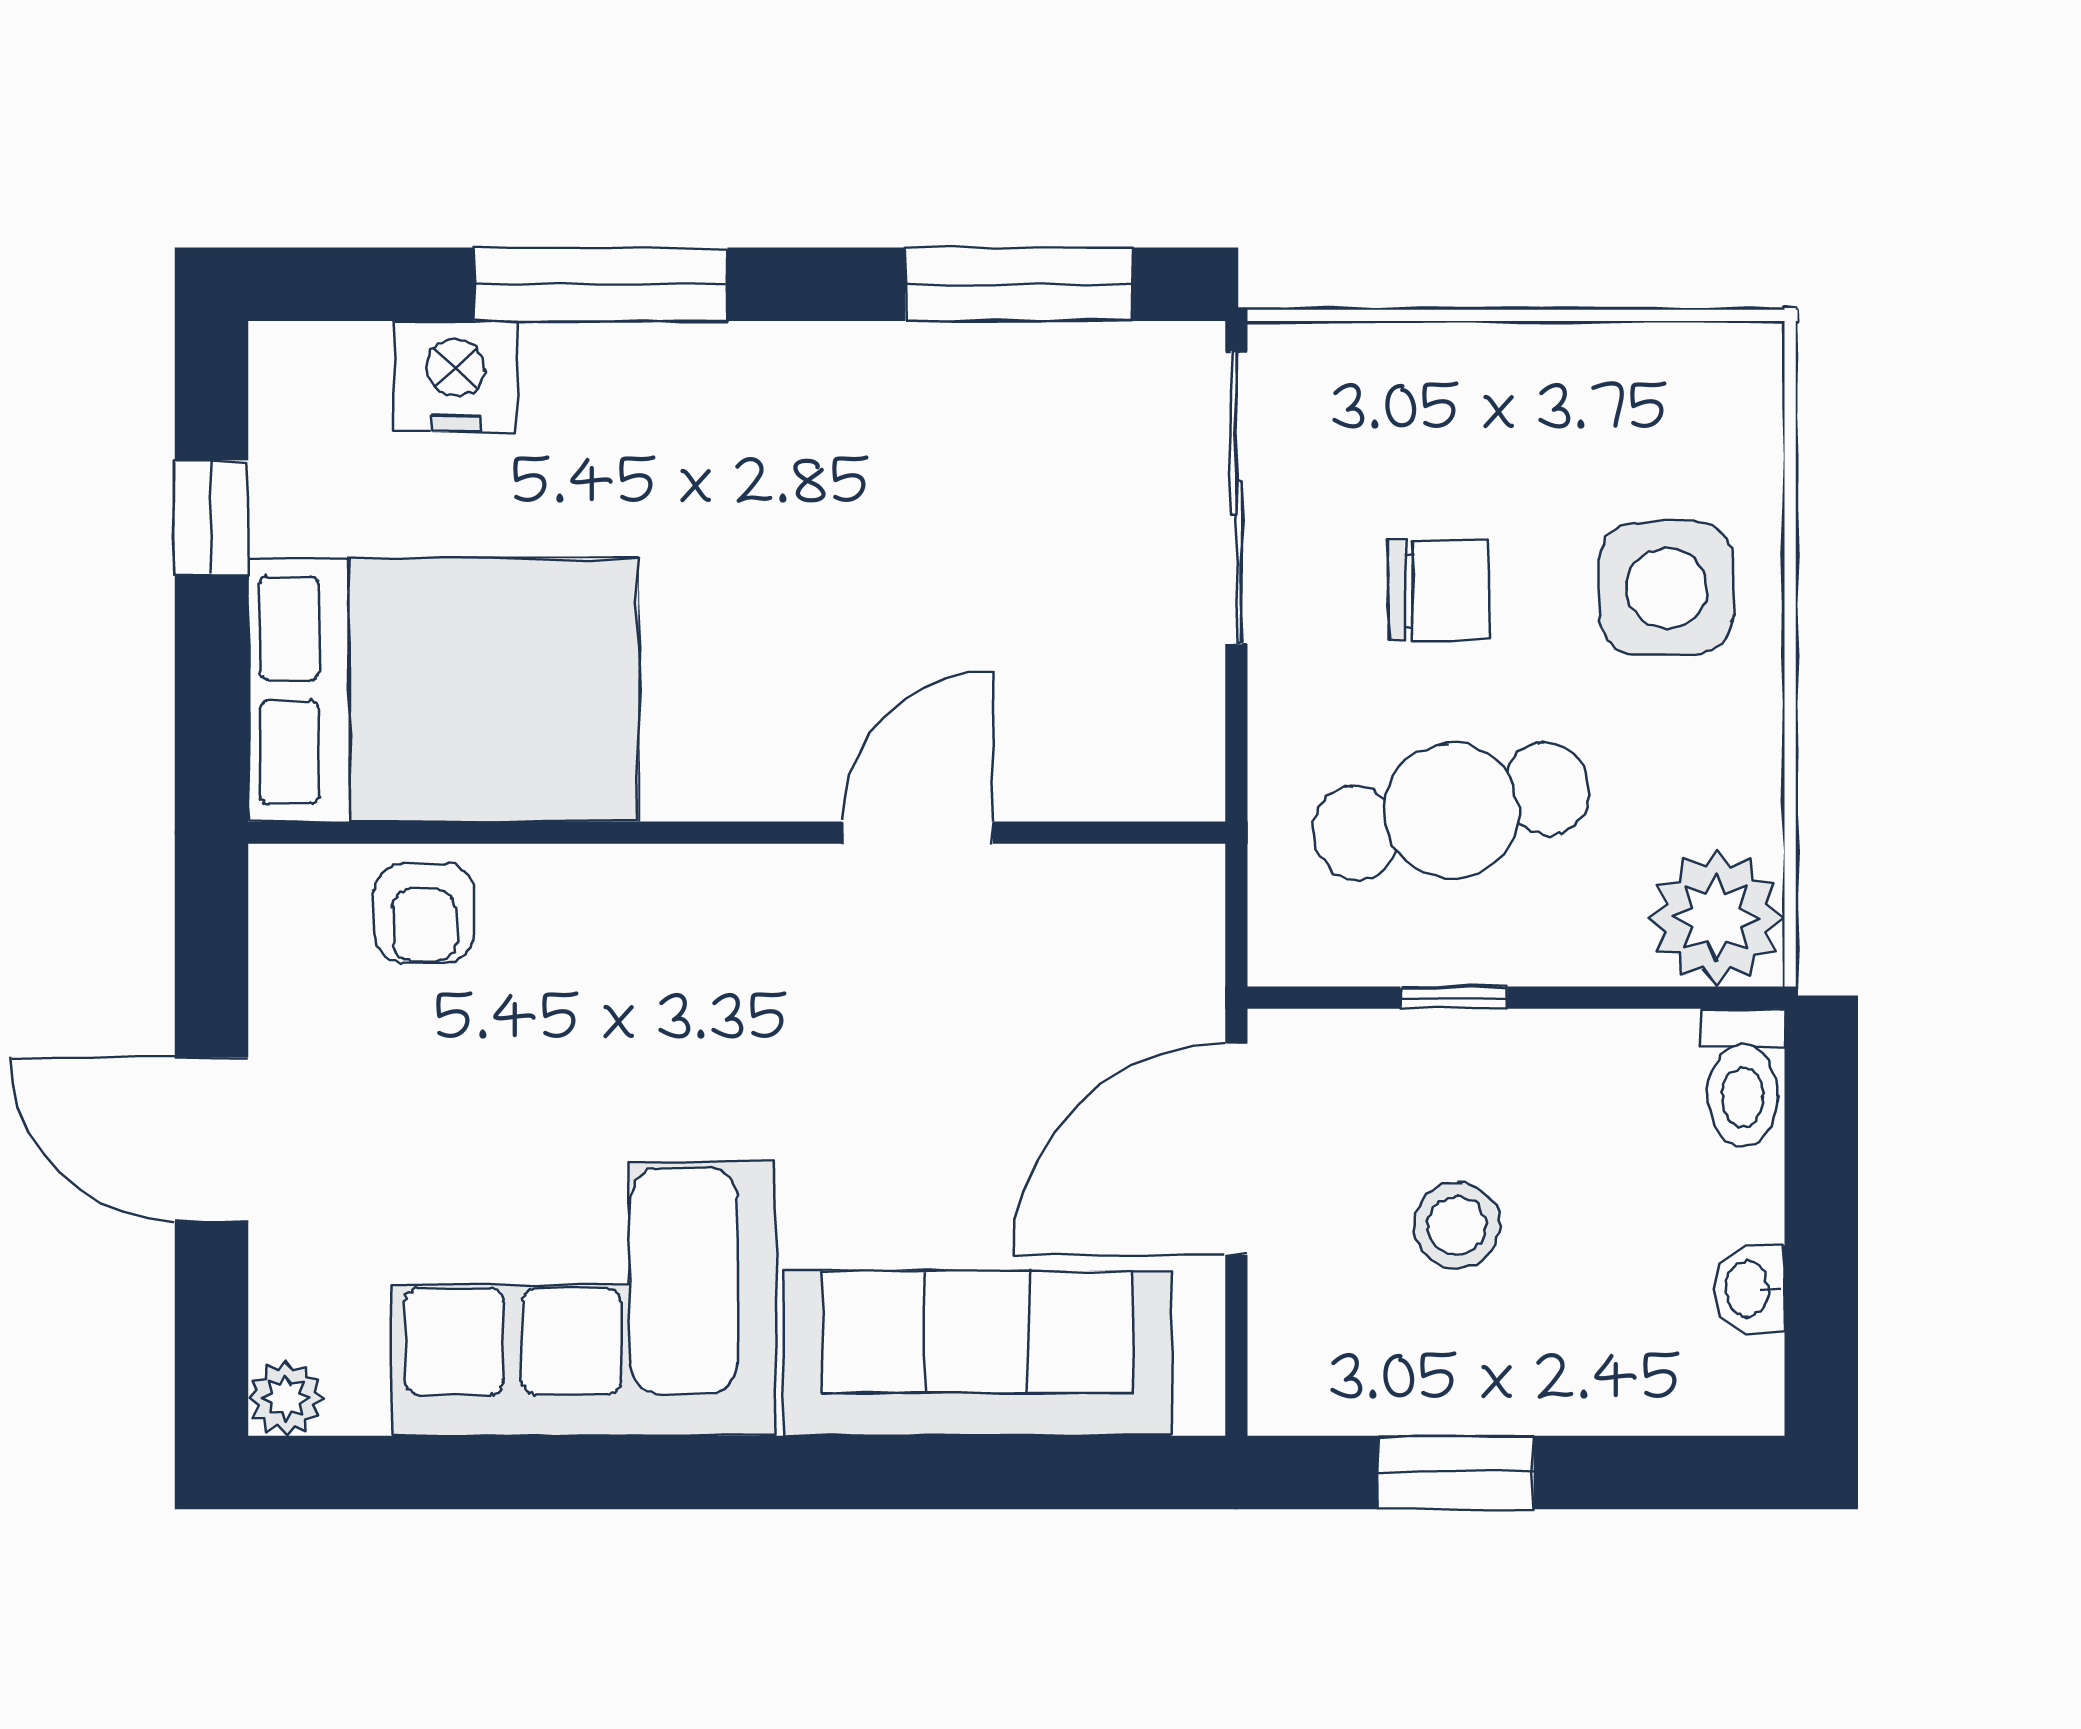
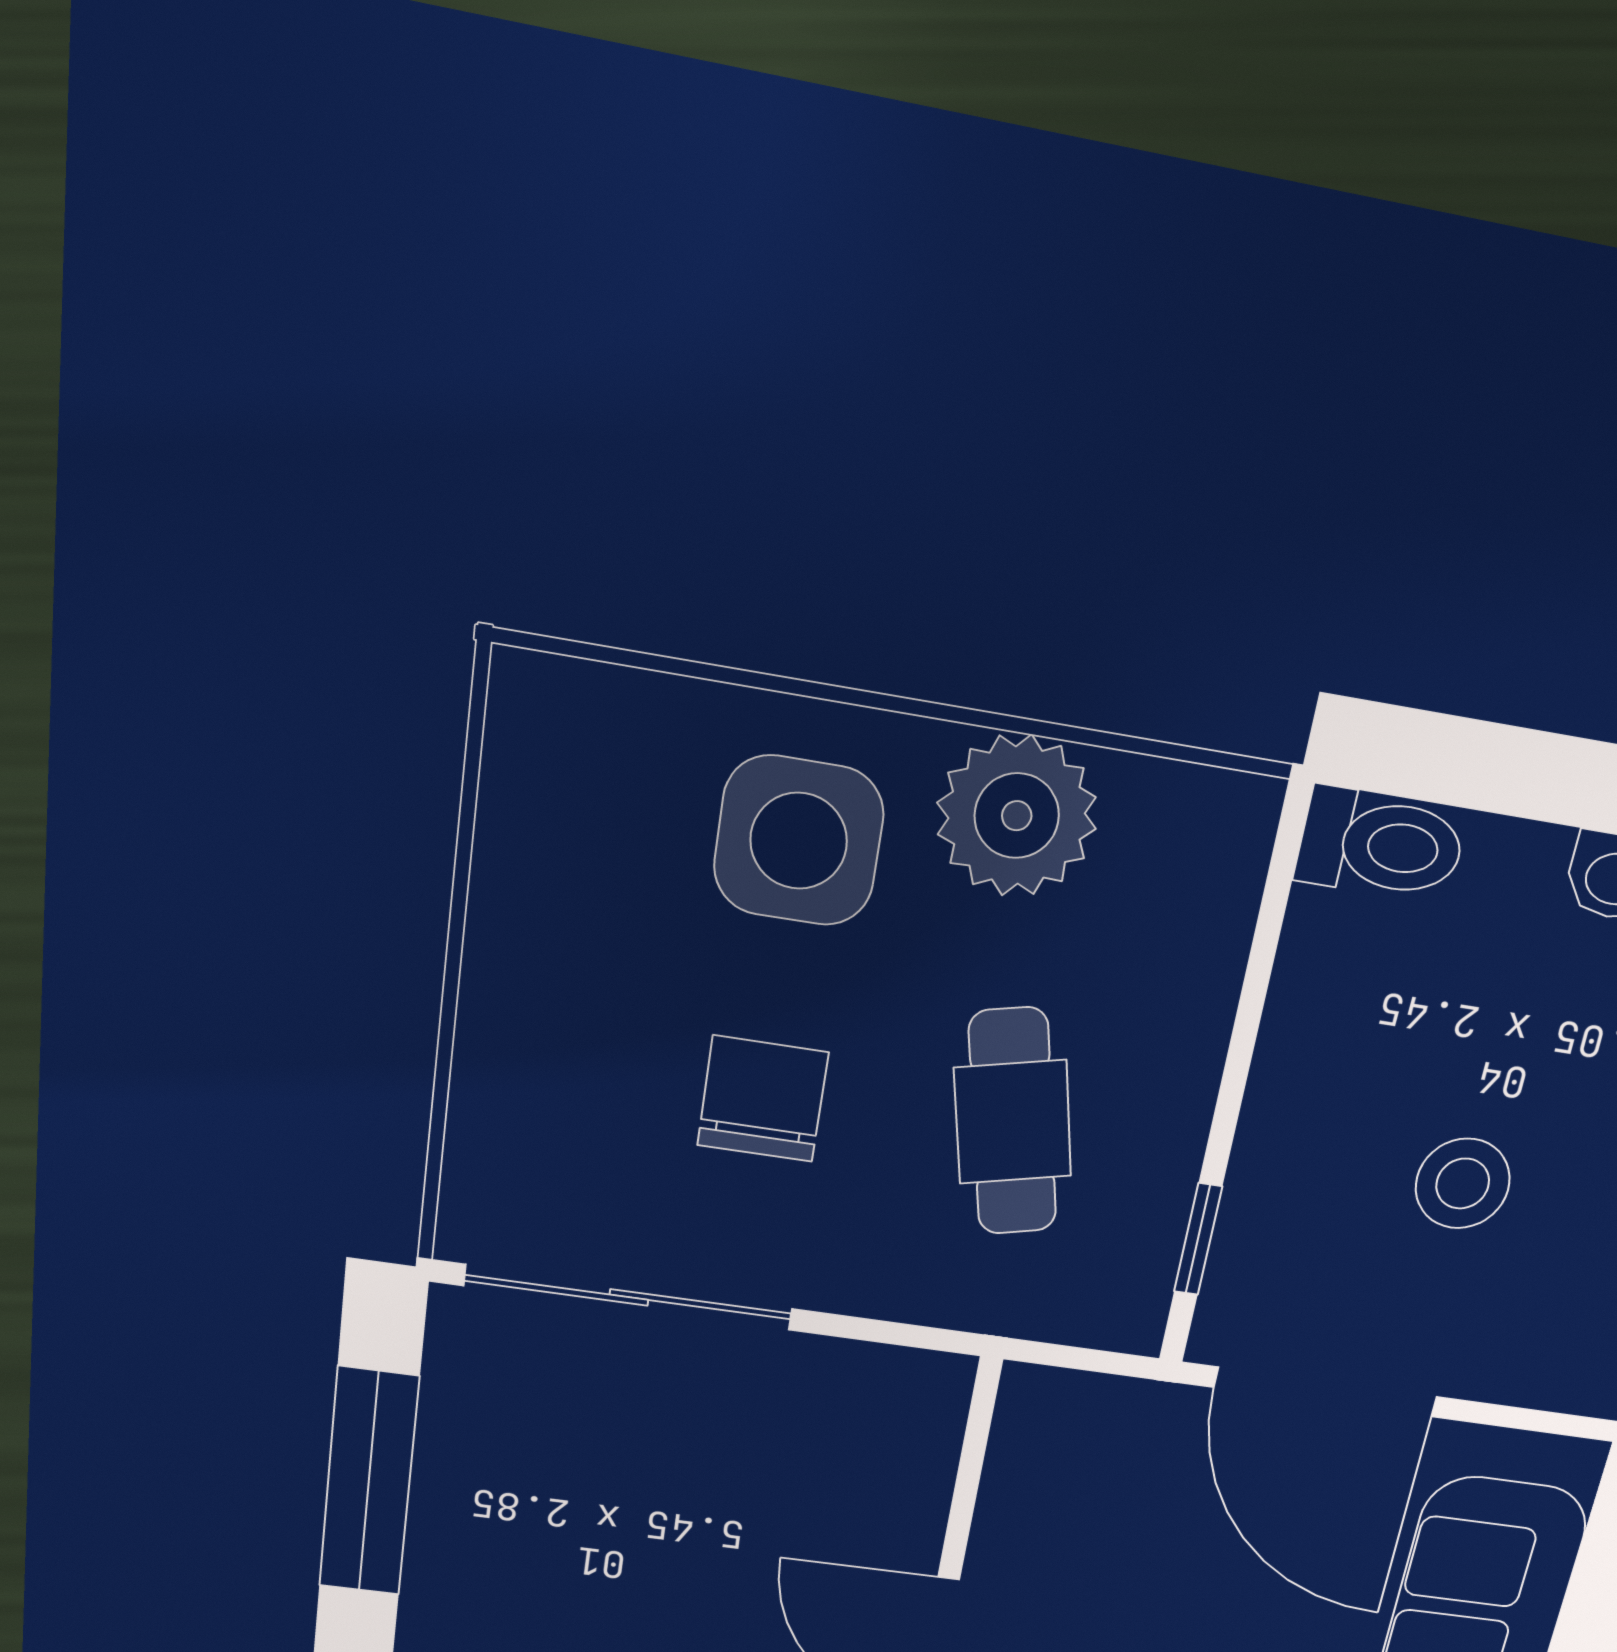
cafe table: (1451, 811) -> (1013, 1122), width x0.73, depth x0.74
plant: (1716, 918) -> (1017, 816), moved
window: (1454, 998) -> (1198, 1239), moved

